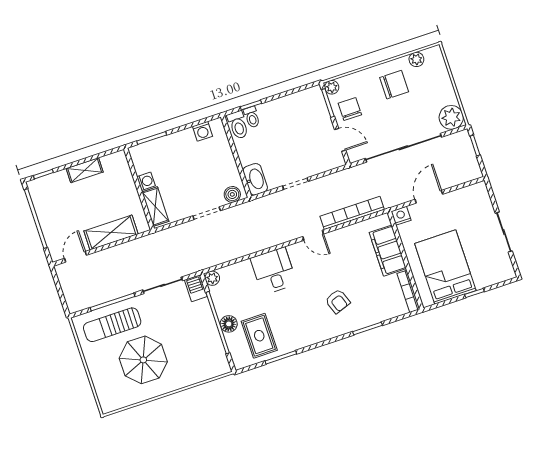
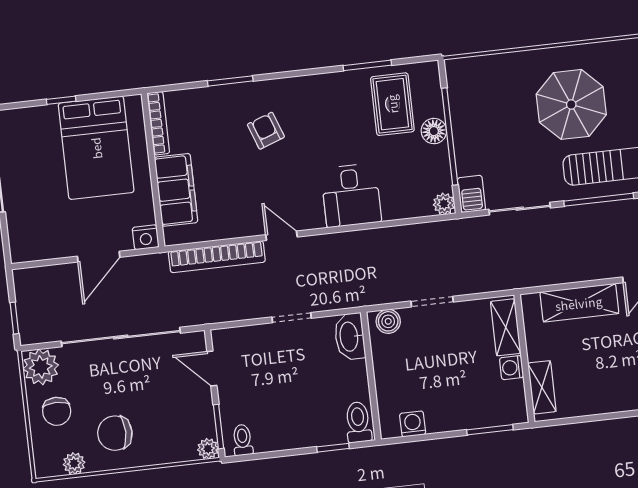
chair: (350, 109) -> (57, 411), moved
toilet: (252, 117) -> (243, 440), moved
shelving: (85, 170) -> (542, 387), moved, turned 90

